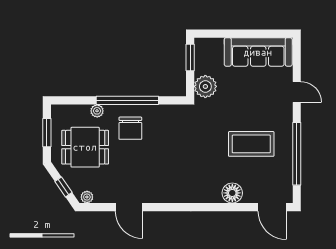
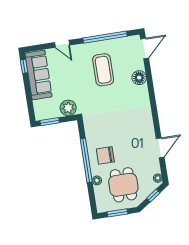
window: (274, 34) -> (24, 66), added
door: (297, 92) -> (62, 44), swing flipped
chair: (130, 128) -> (105, 155), turned 180

